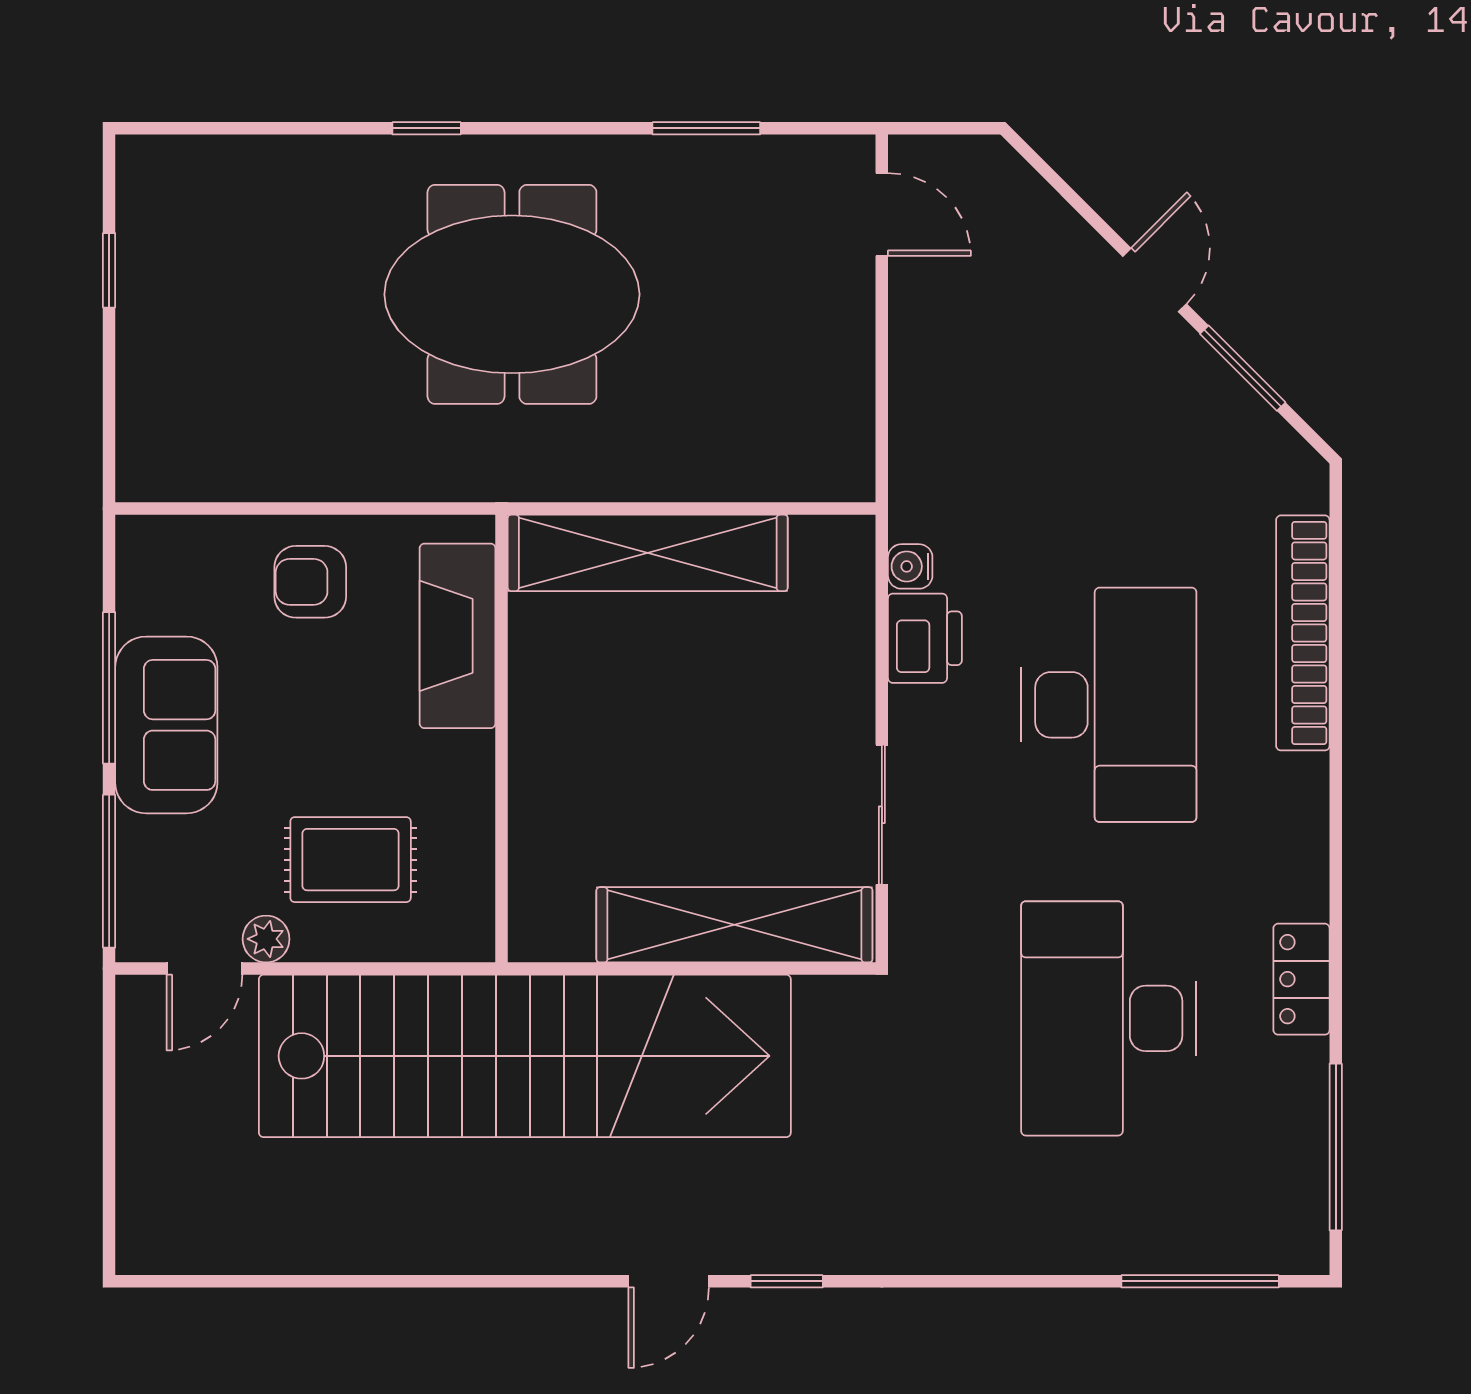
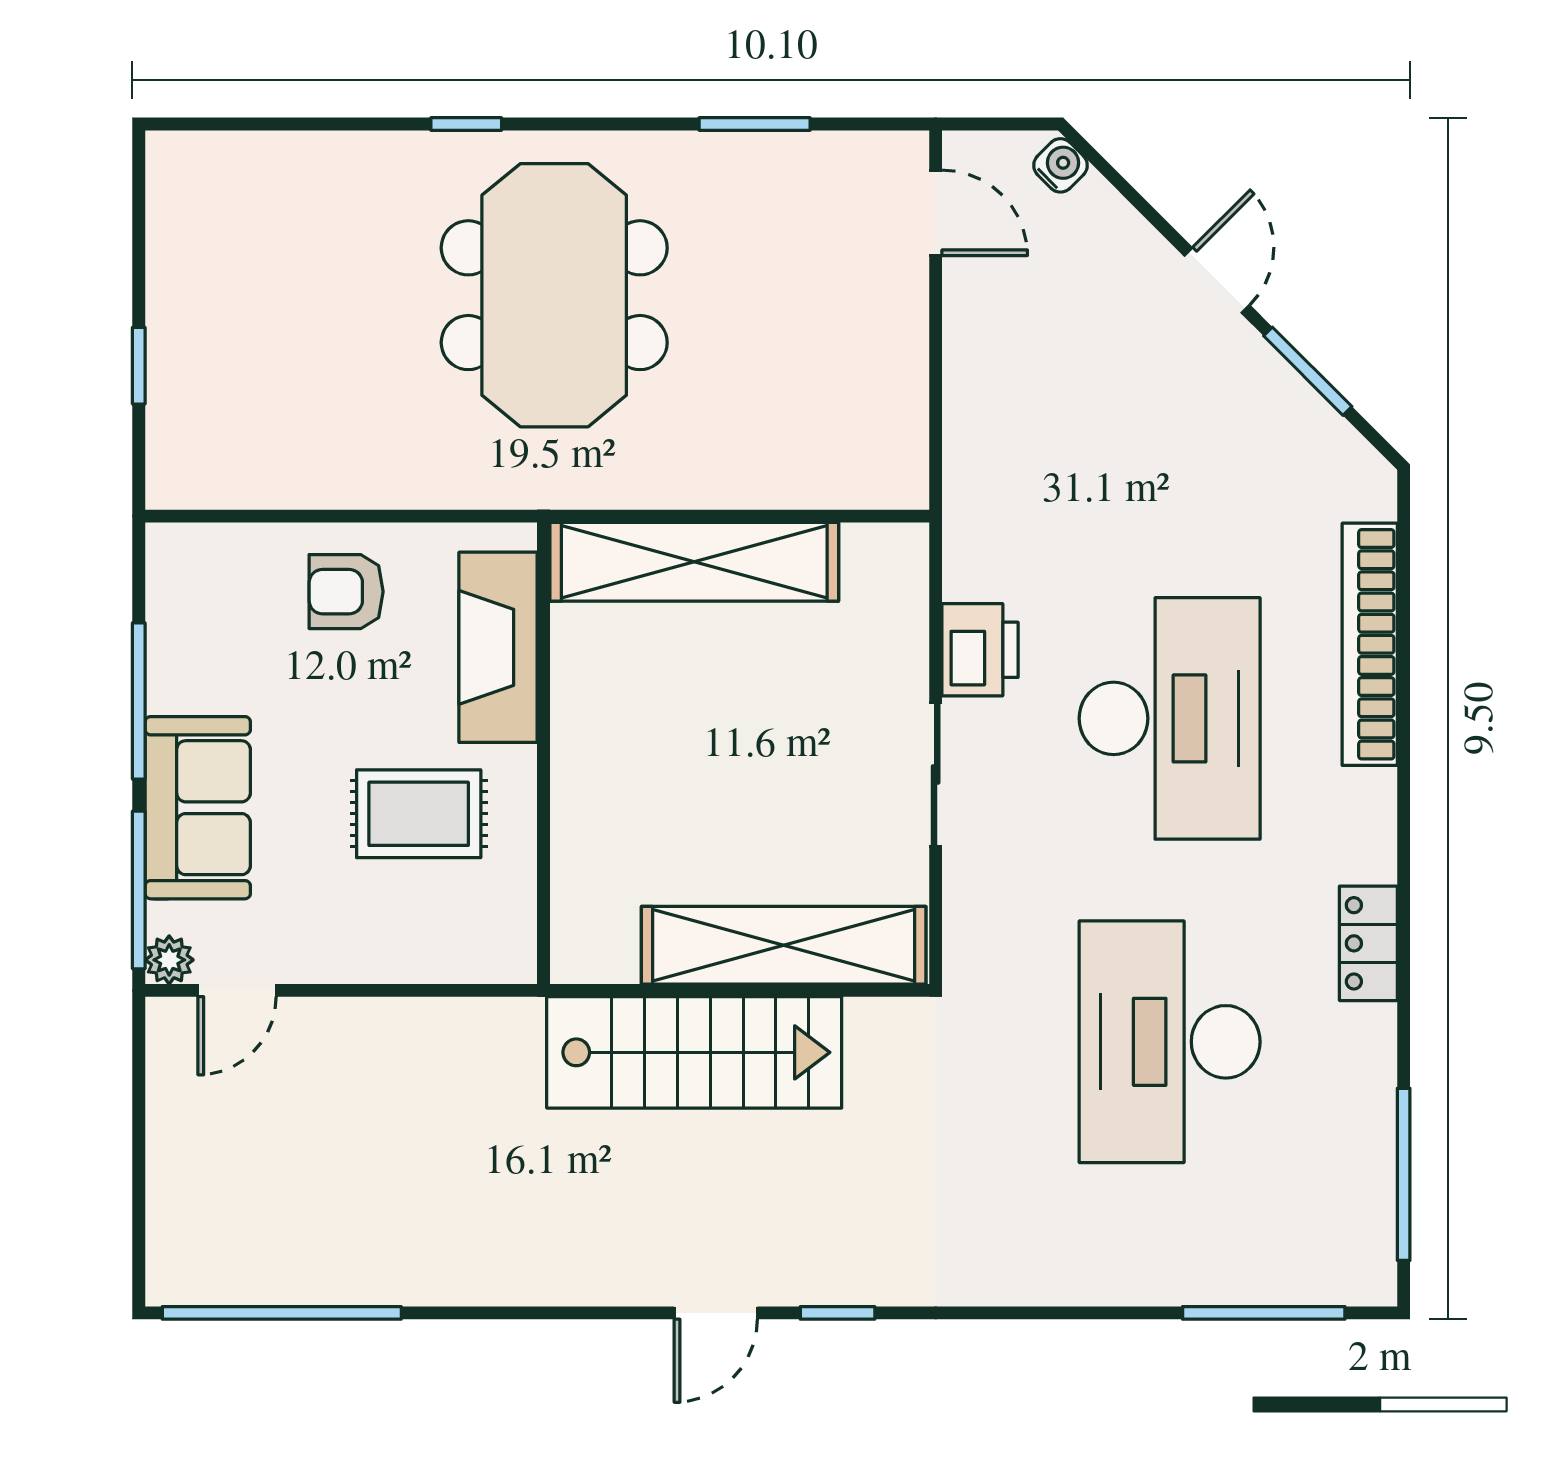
window: (109, 270) -> (139, 366), moved
meeting table: (512, 294) -> (554, 295), turned 90
water cooler: (910, 566) -> (1060, 165), moved, turned 135
sofa: (166, 725) -> (198, 808), moved
sliding door: (882, 815) -> (936, 774), moved
rug: (351, 860) -> (419, 814), moved
plant: (266, 939) -> (169, 960), moved
locker: (1301, 979) -> (1368, 943), moved
stairs: (525, 1056) -> (694, 1052), width x0.54, depth x0.66
window: (248, 1281) -> (282, 1313), added

